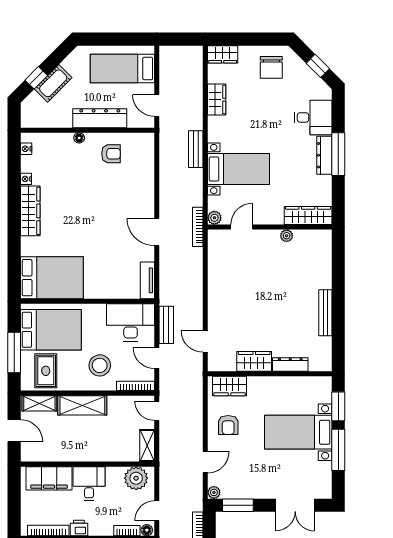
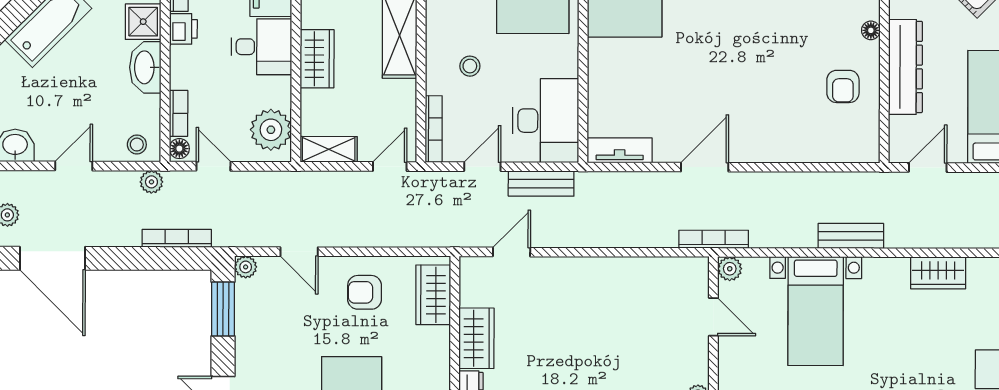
stool: (100, 365) -> (470, 66), width x0.53, depth x0.53
wardrobe: (96, 452) -> (317, 59), added

